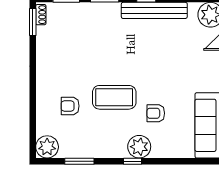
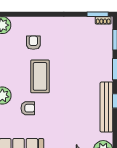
armchair: (156, 113) -> (28, 108), turned 90

